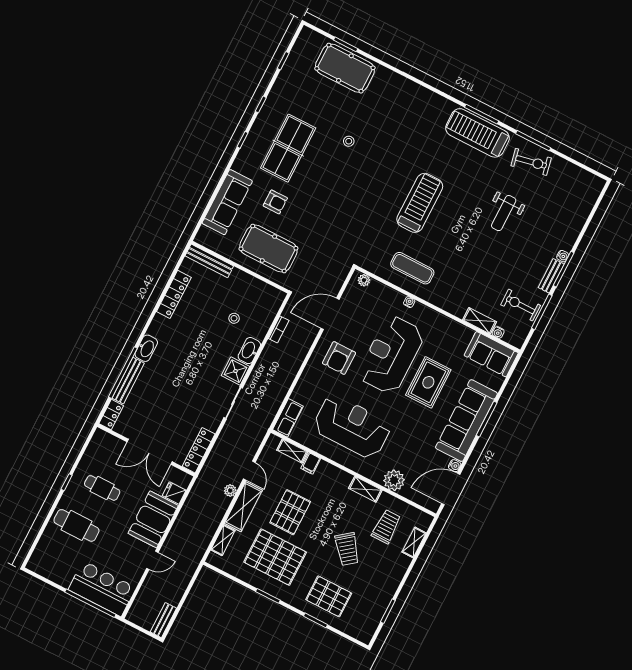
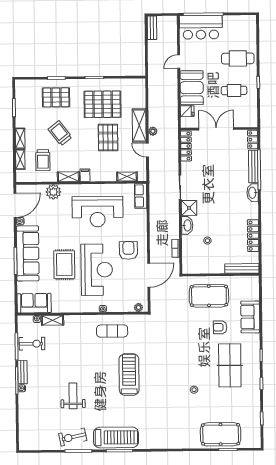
sofa: (227, 202) -> (250, 317), width x0.73
treadmill: (420, 203) -> (129, 375), turned 180
filing cabinet: (311, 463) -> (85, 175), moved
shelving: (223, 540) -> (20, 138), moved

